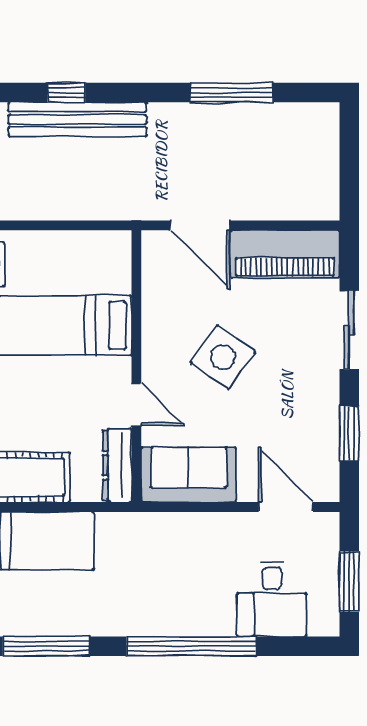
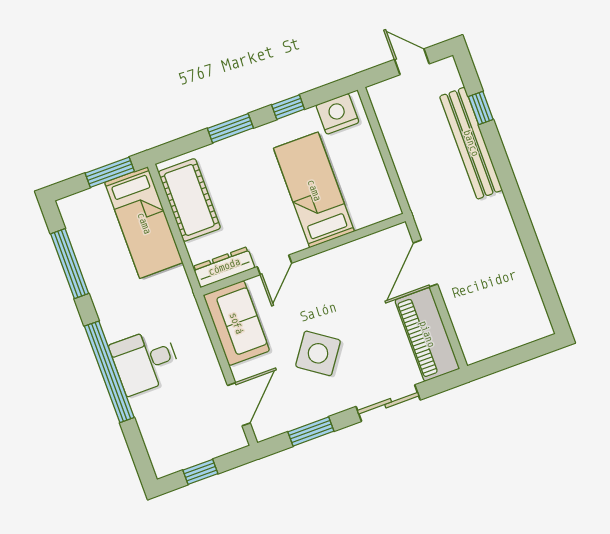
window: (66, 92) -> (481, 108), moved
window: (232, 92) -> (533, 251), removed
side table: (223, 357) -> (318, 353), moved
window: (349, 582) -> (200, 472), width x0.67
desk: (272, 599) -> (145, 361), moved

